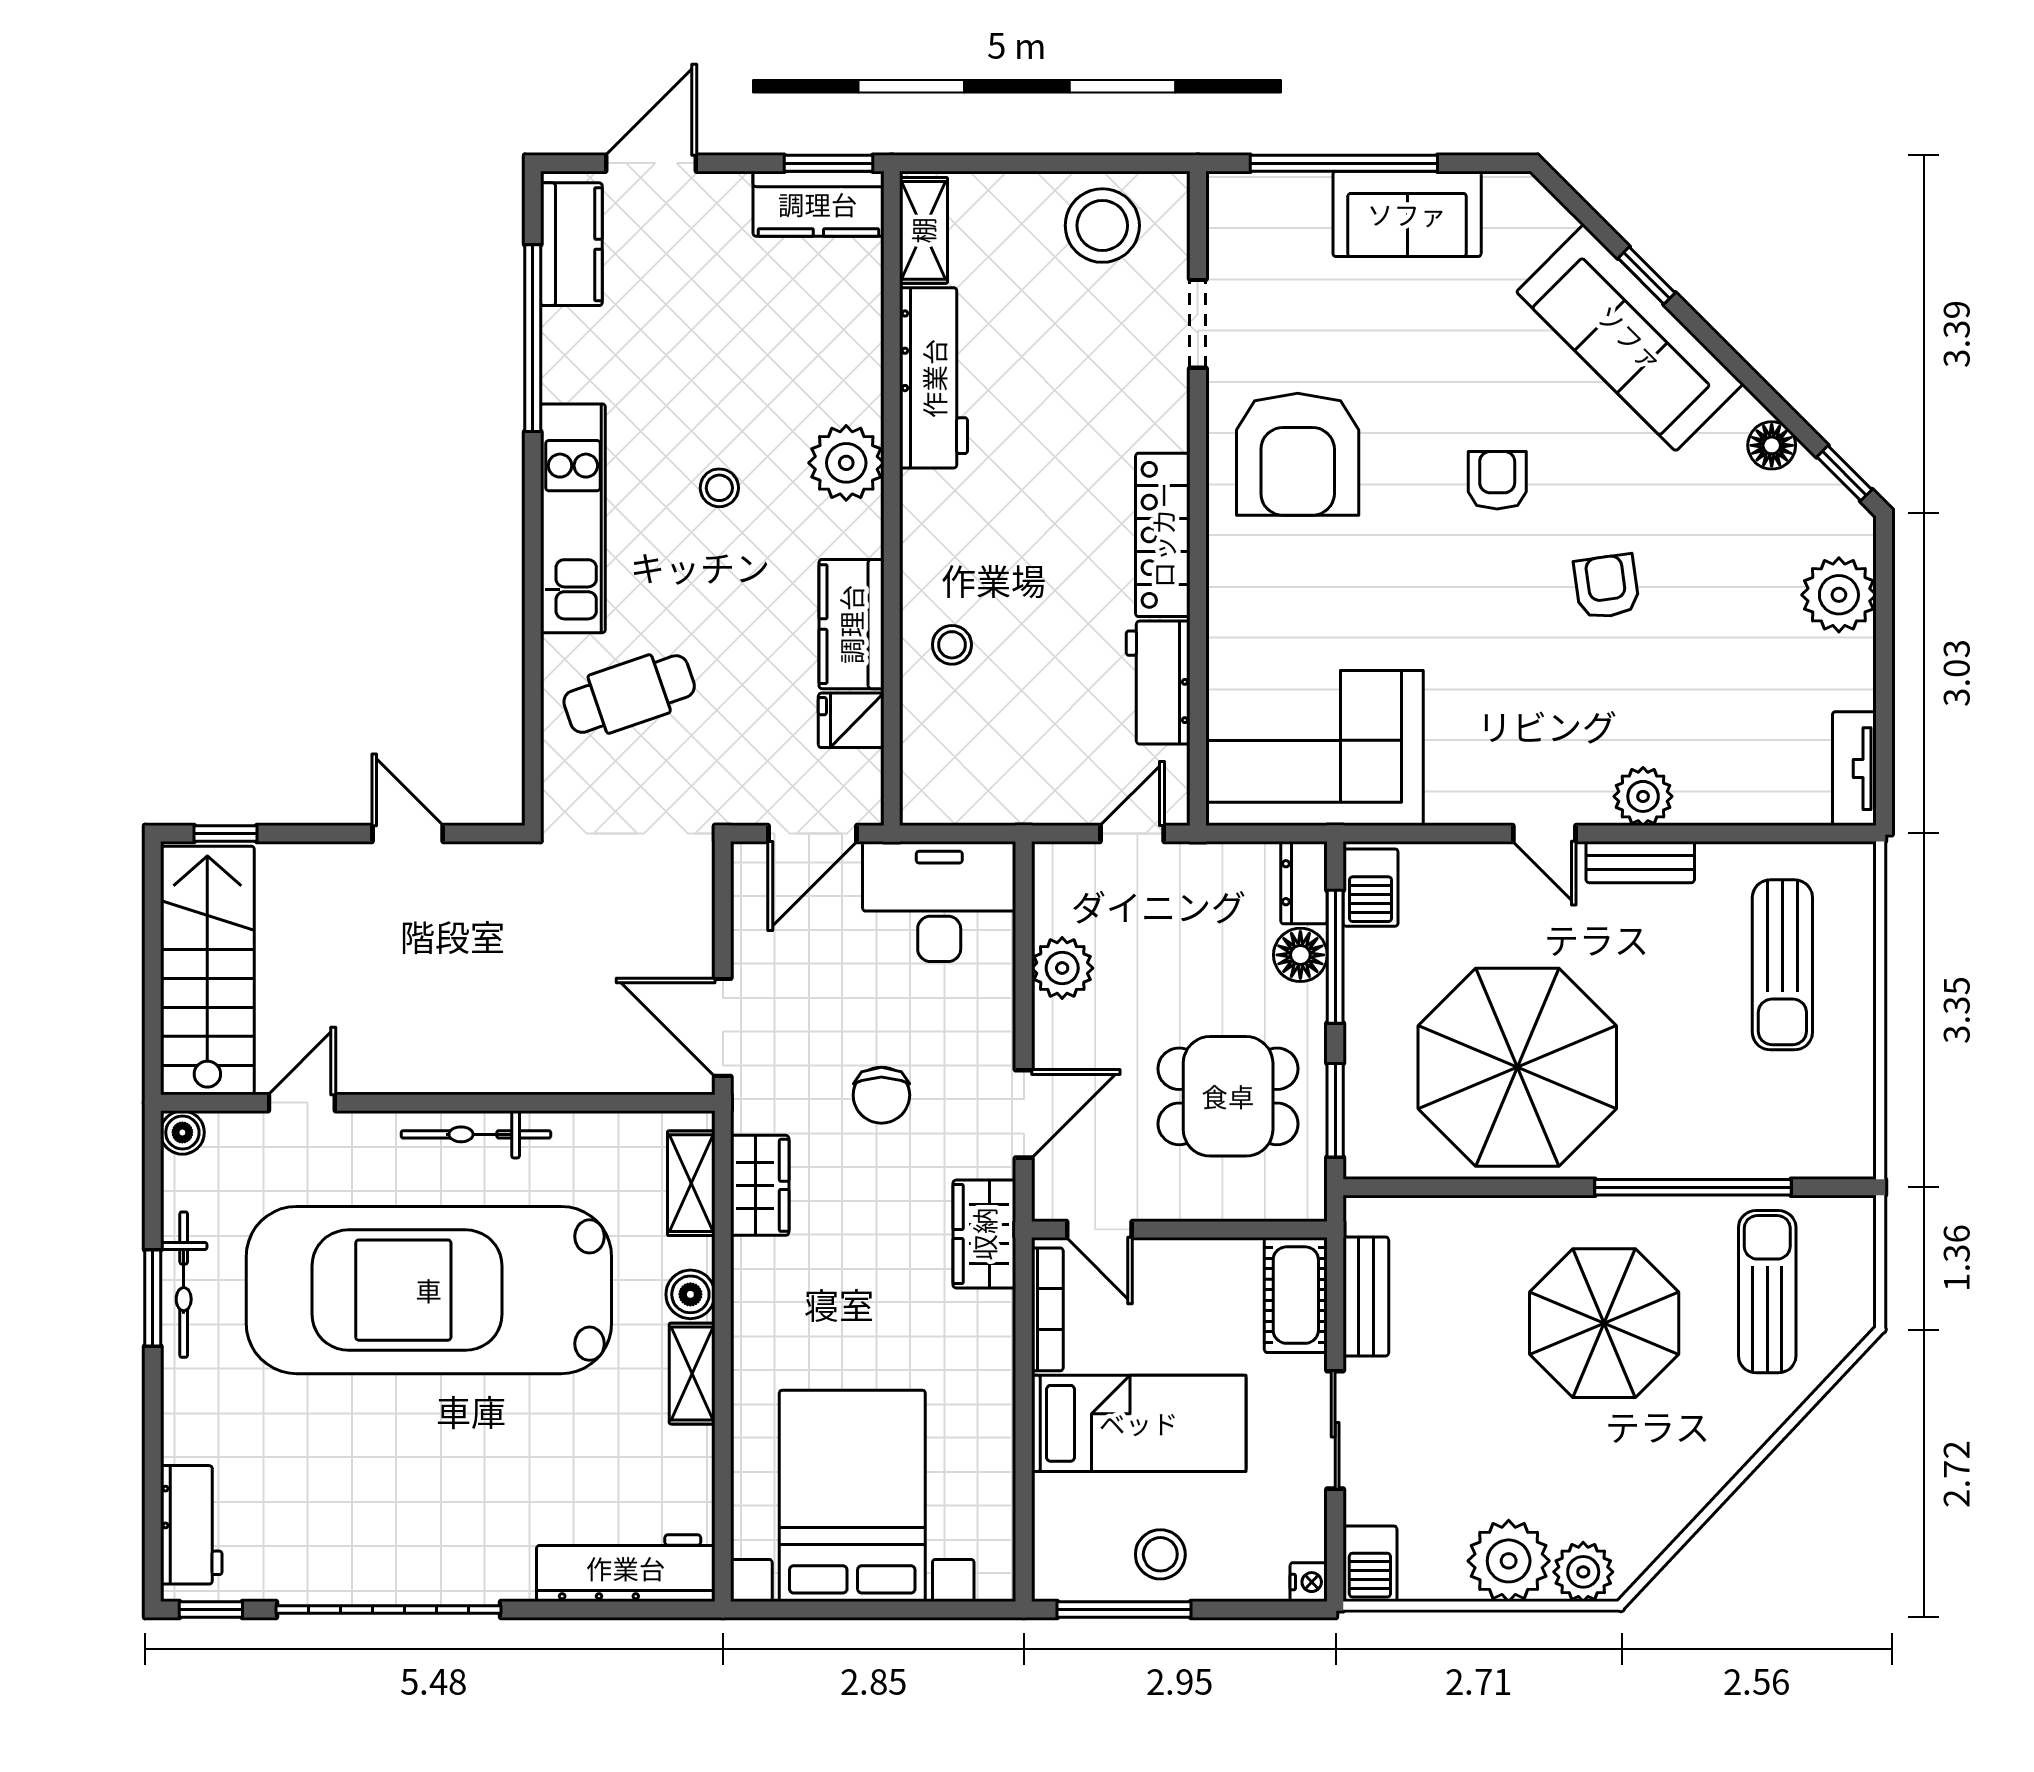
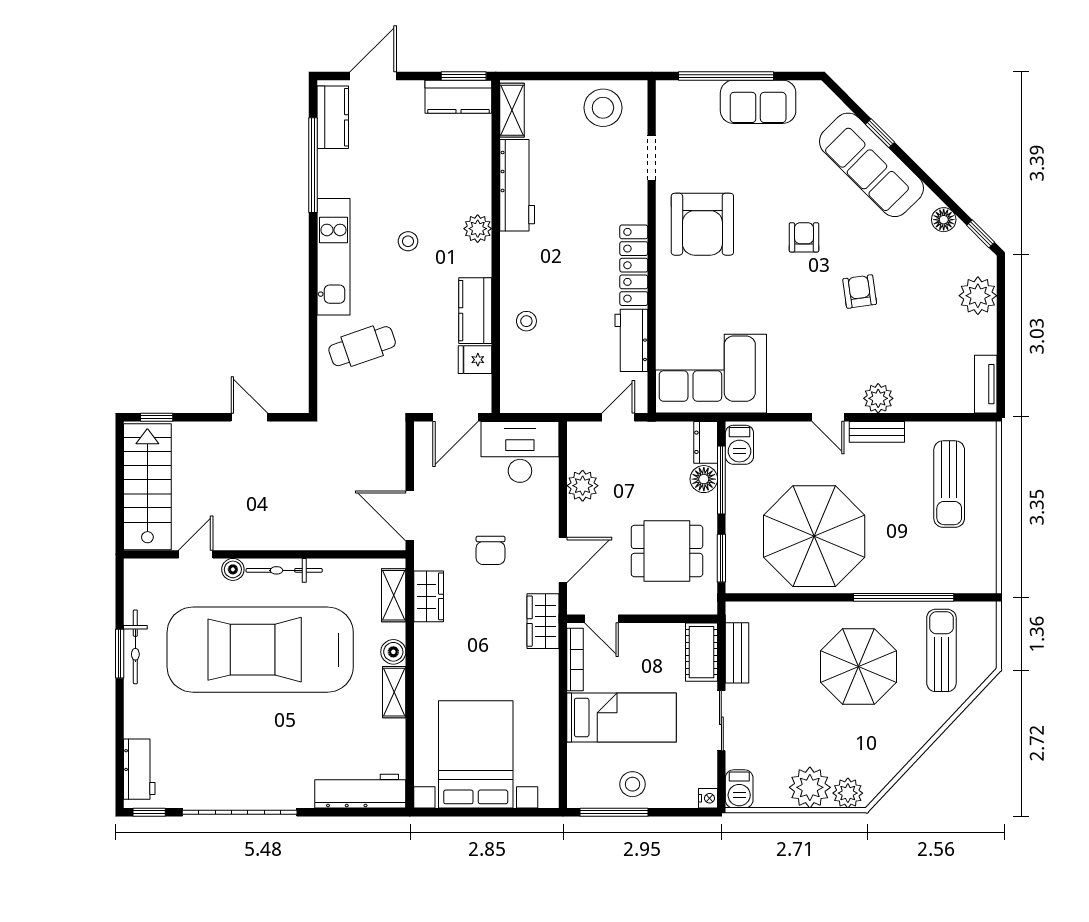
plant: (846, 463) -> (478, 229), width x0.73, depth x0.73
boiler: (182, 1132) -> (233, 569), moved

